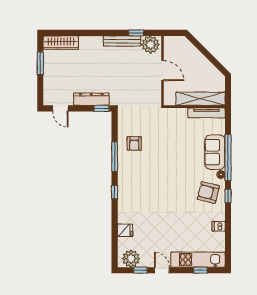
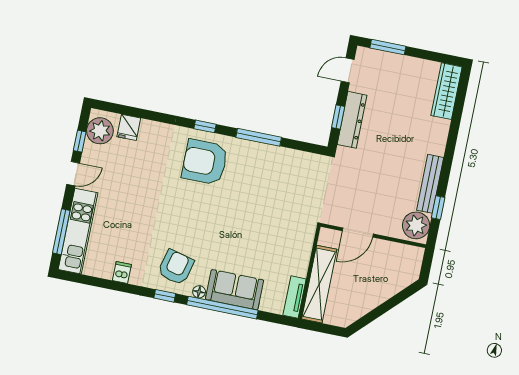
window: (40, 63) -> (388, 47), moved
door: (162, 71) -> (358, 232), moved
window: (102, 108) -> (338, 117), moved
tv unit: (206, 113) -> (295, 297), width x0.71
armchair: (134, 143) -> (205, 162), moved, width x1.88, depth x1.88
fridge: (125, 230) -> (129, 127), moved
window: (200, 270) -> (61, 232), width x2.17

